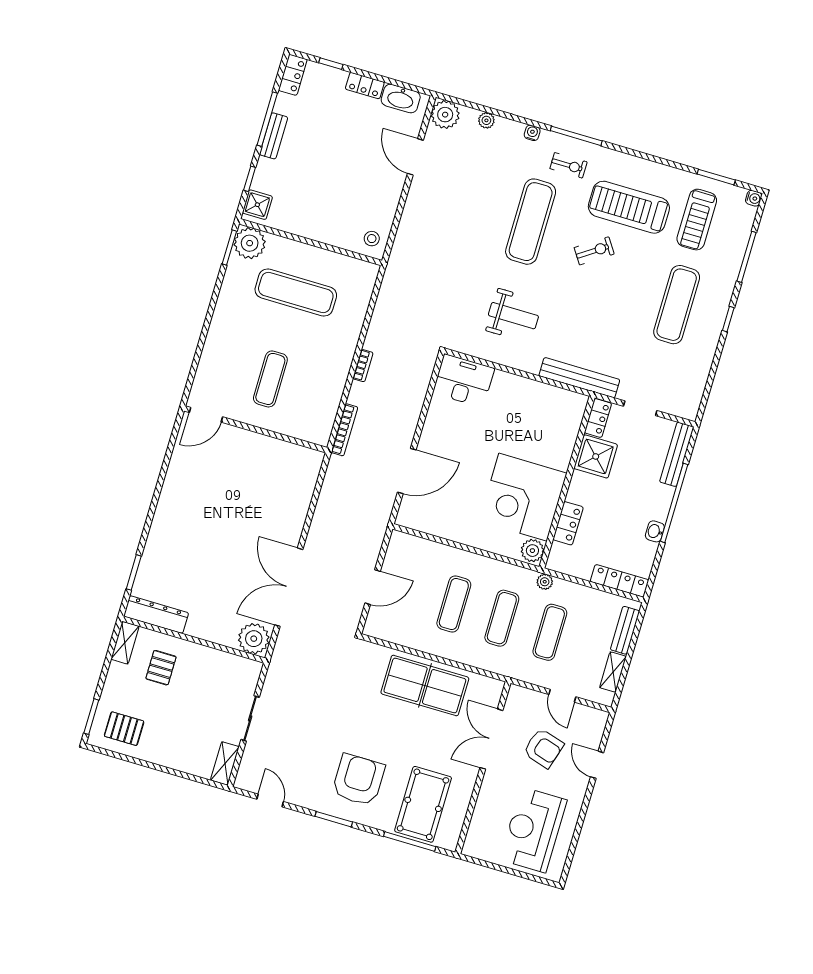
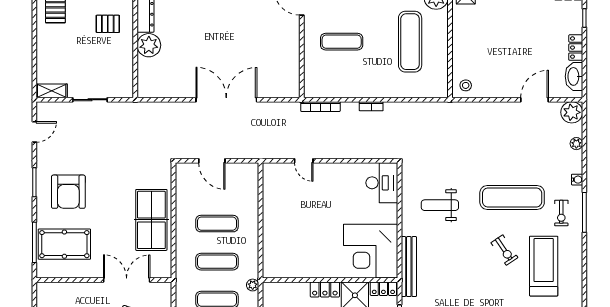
weight bench: (513, 316) -> (440, 205), turned 90
door: (407, 471) -> (304, 161), width x0.53
corner desk: (523, 497) -> (371, 251), moved, turned -90
locker: (568, 523) -> (325, 289), moved
plant: (532, 551) -> (273, 269), removed
double door: (289, 587) -> (226, 100), moved
plant: (254, 639) -> (149, 45), moved
armchair: (358, 780) -> (68, 192), turned 90

